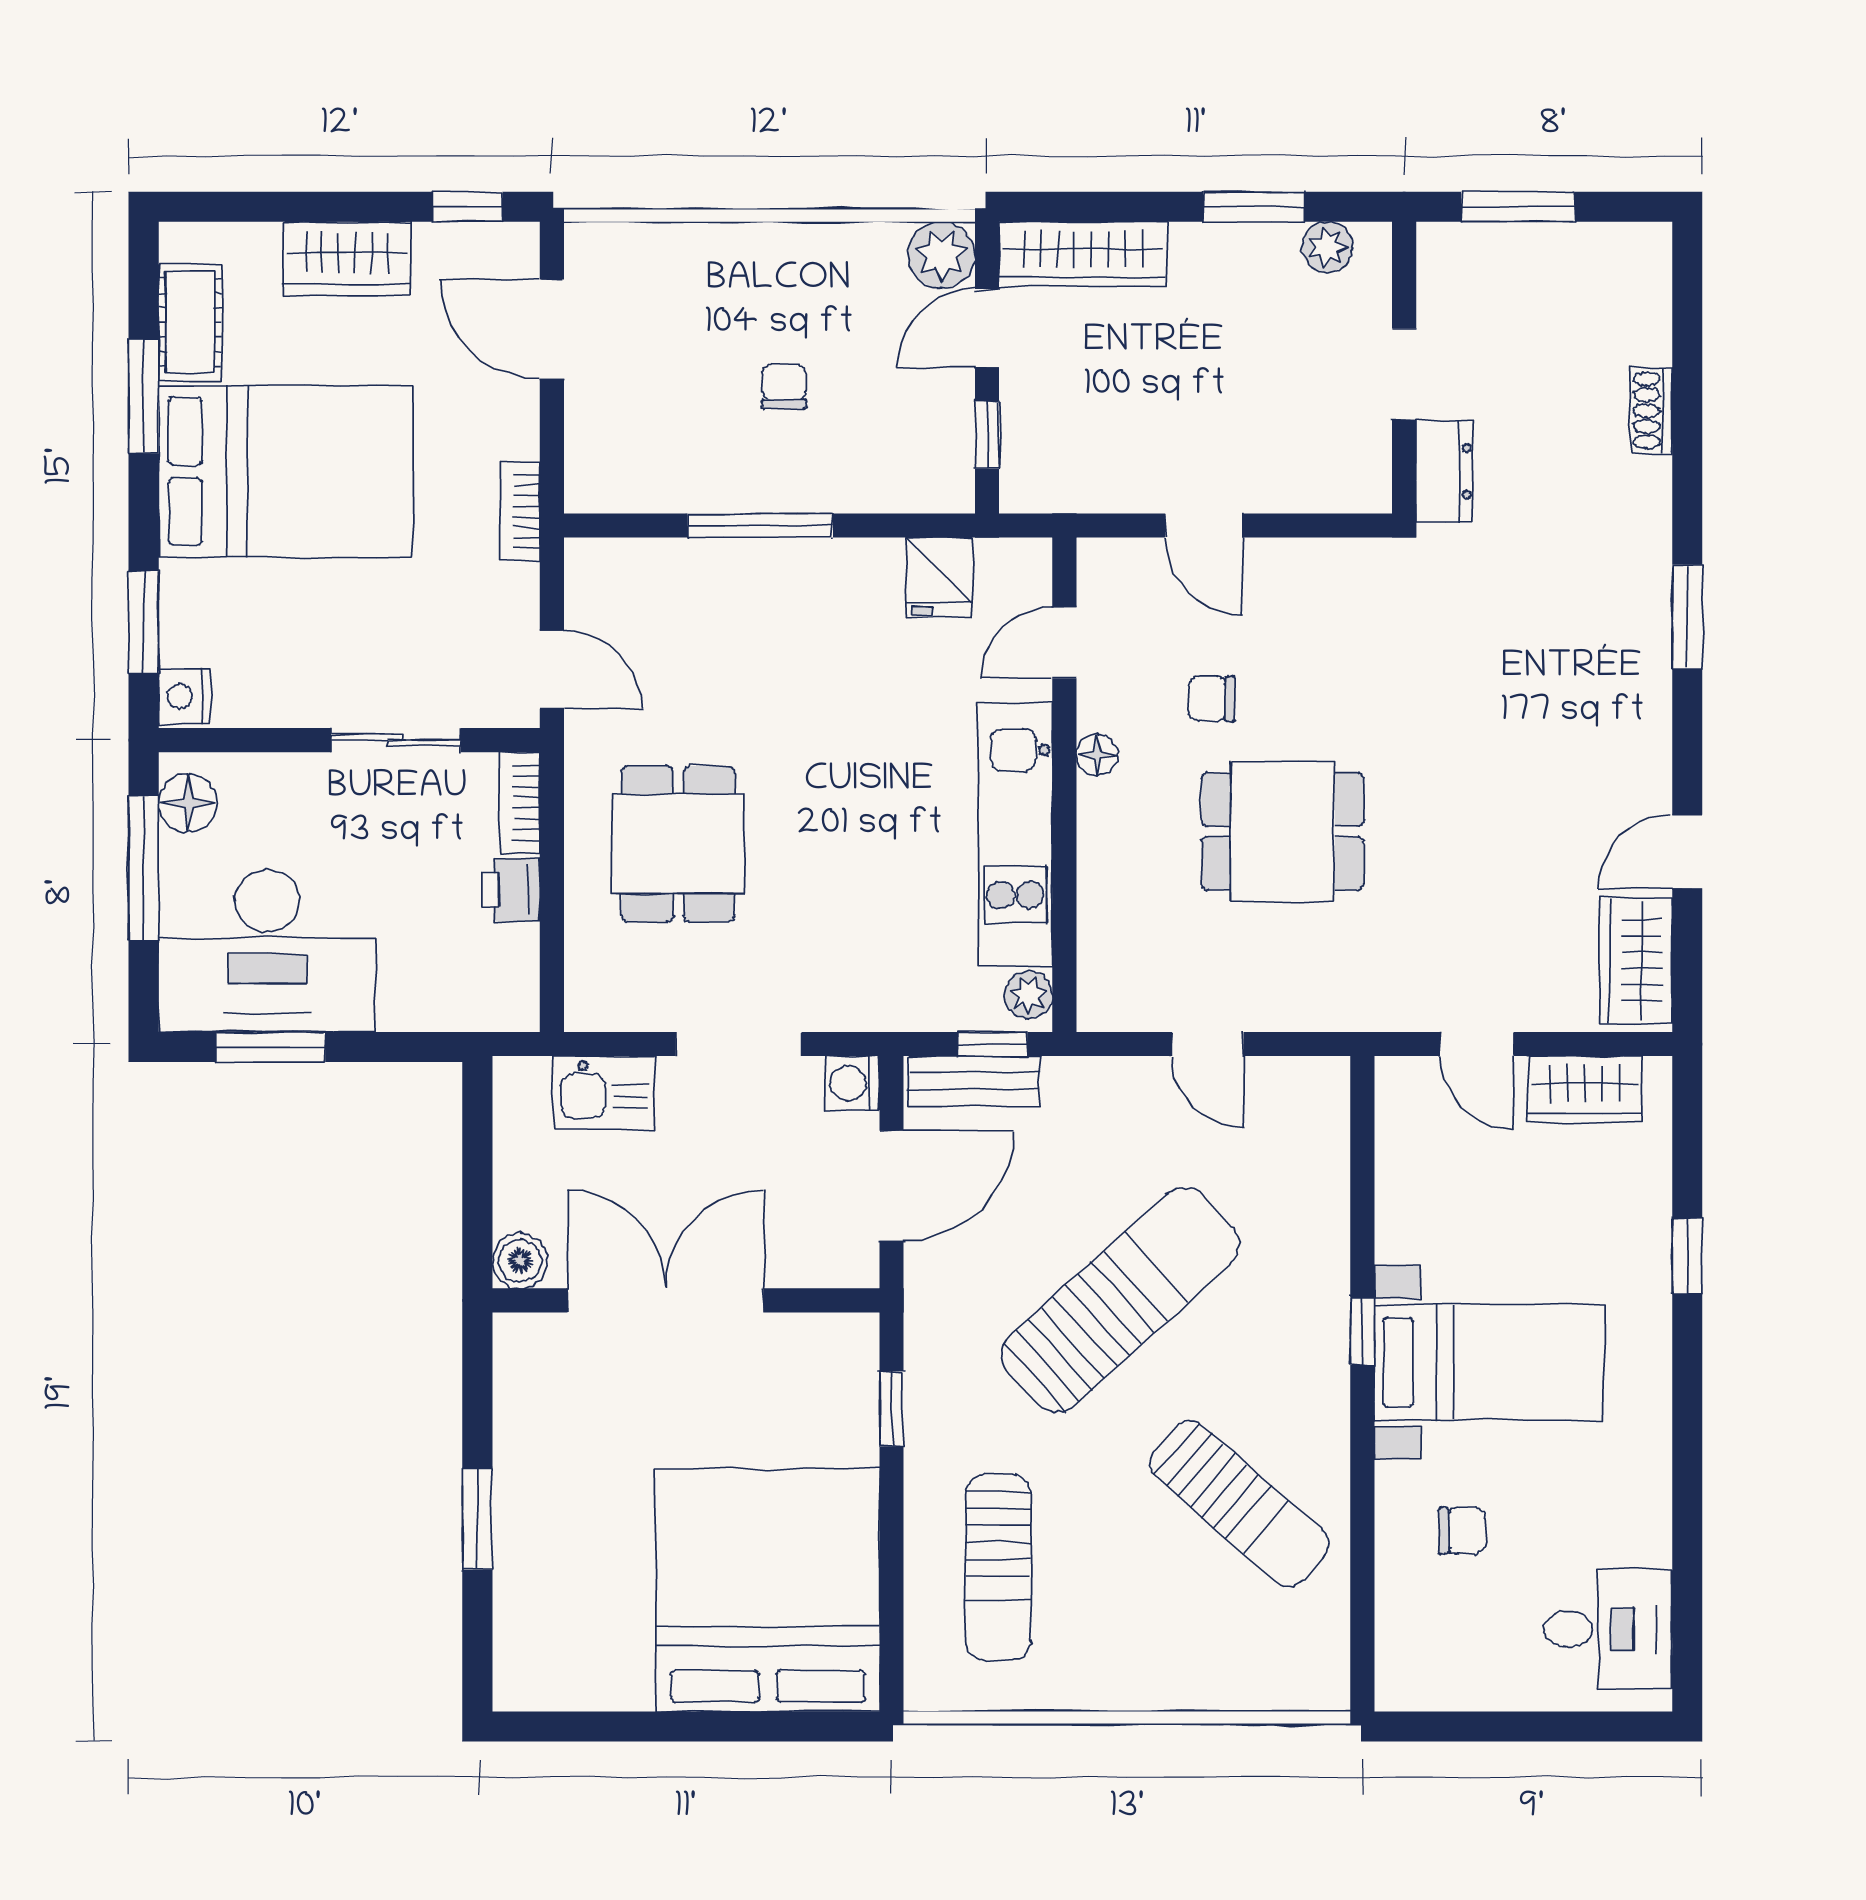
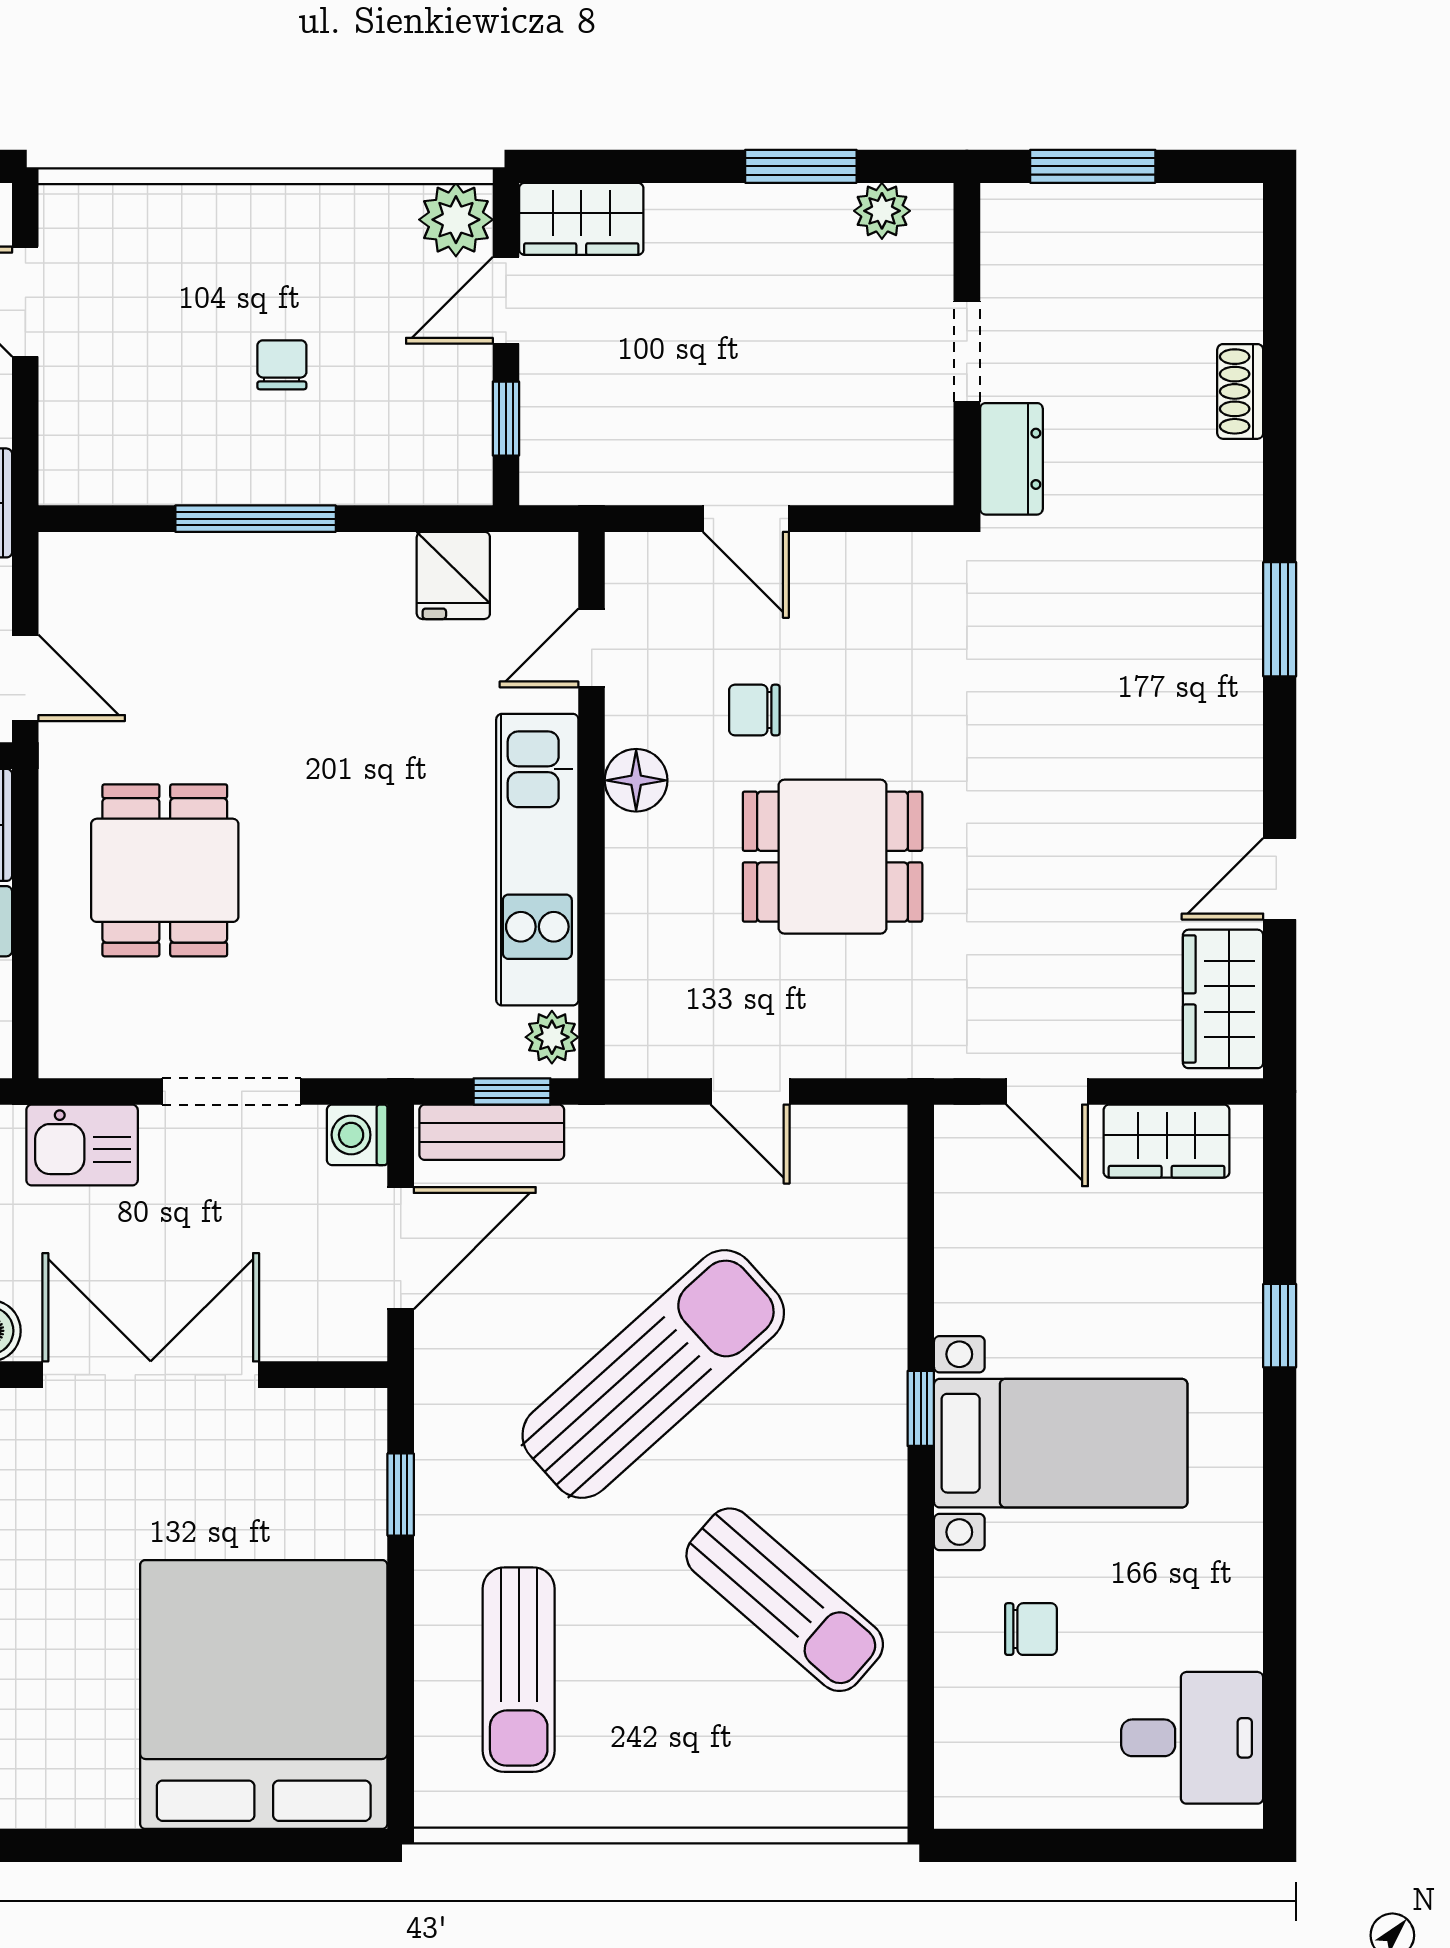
wardrobe: (1083, 254) -> (581, 219), width x0.67
floor lamp: (1097, 755) -> (636, 780), width x1.37, depth x1.37

